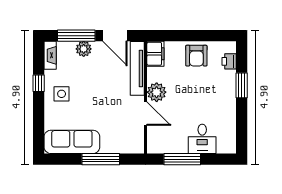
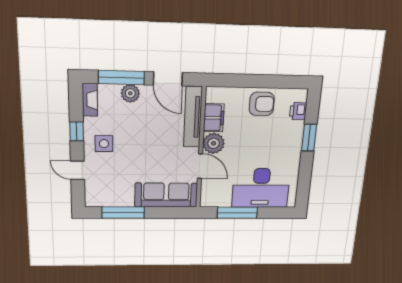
filing cabinet: (155, 54) -> (214, 118), moved
armchair: (196, 56) -> (262, 104), turned -90
door: (39, 119) -> (77, 170), added
desk: (202, 139) -> (261, 188), width x1.87, depth x1.30
sofa: (72, 142) -> (166, 195), moved
window: (101, 159) -> (123, 213), moved

